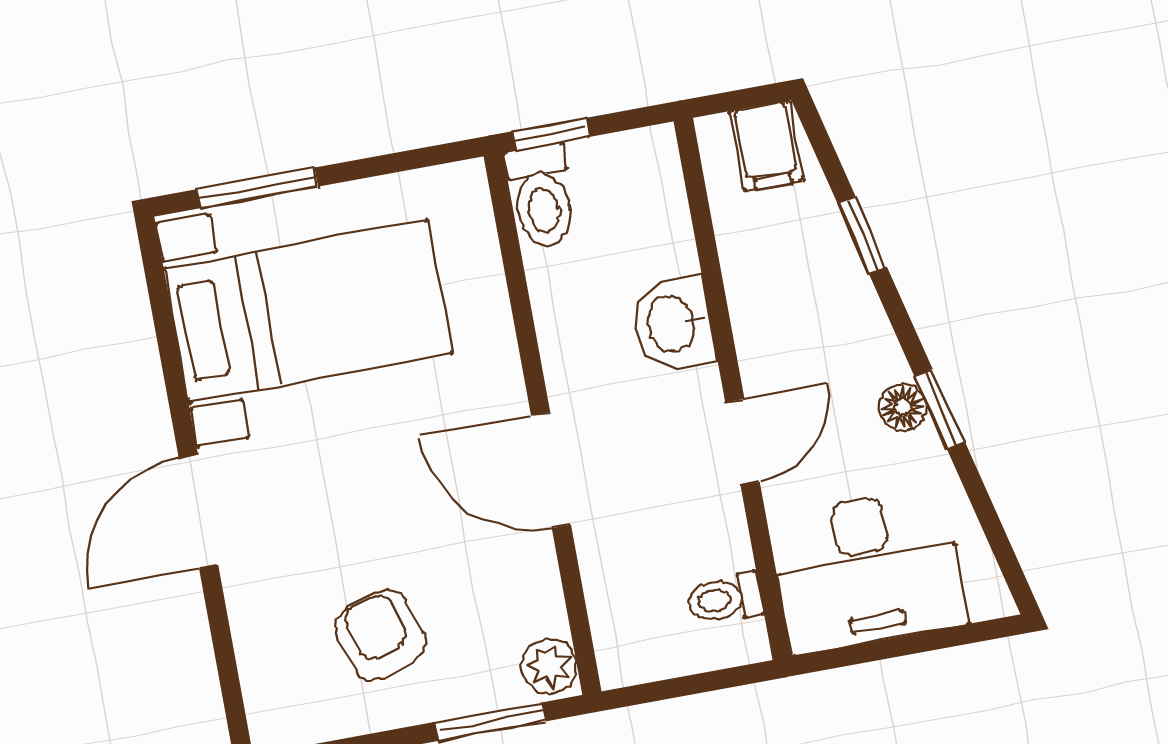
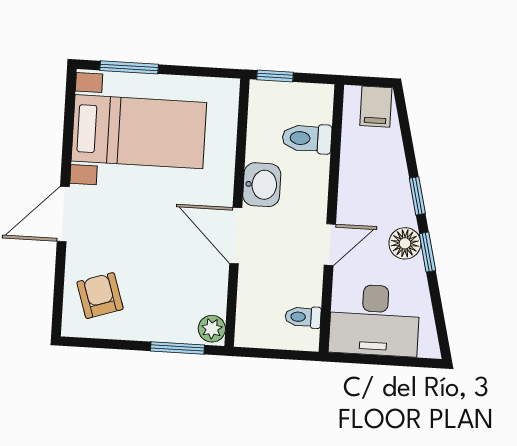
toilet: (542, 196) -> (307, 138), moved, turned 90
window: (862, 235) -> (417, 196), moved
washbasin: (673, 323) -> (262, 185), moved, turned 180
floor lamp: (902, 407) -> (405, 243), width x1.37, depth x1.37
armchair: (380, 635) -> (100, 296), moved

